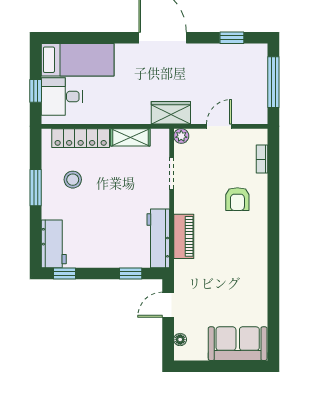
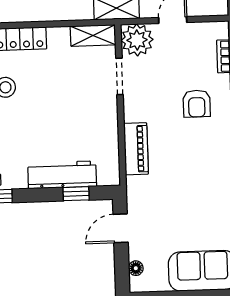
plant: (181, 136) -> (137, 40), width x1.88, depth x1.88
shelving: (130, 137) -> (93, 35), moved
workbench: (158, 238) -> (62, 175), moved, turned 90

